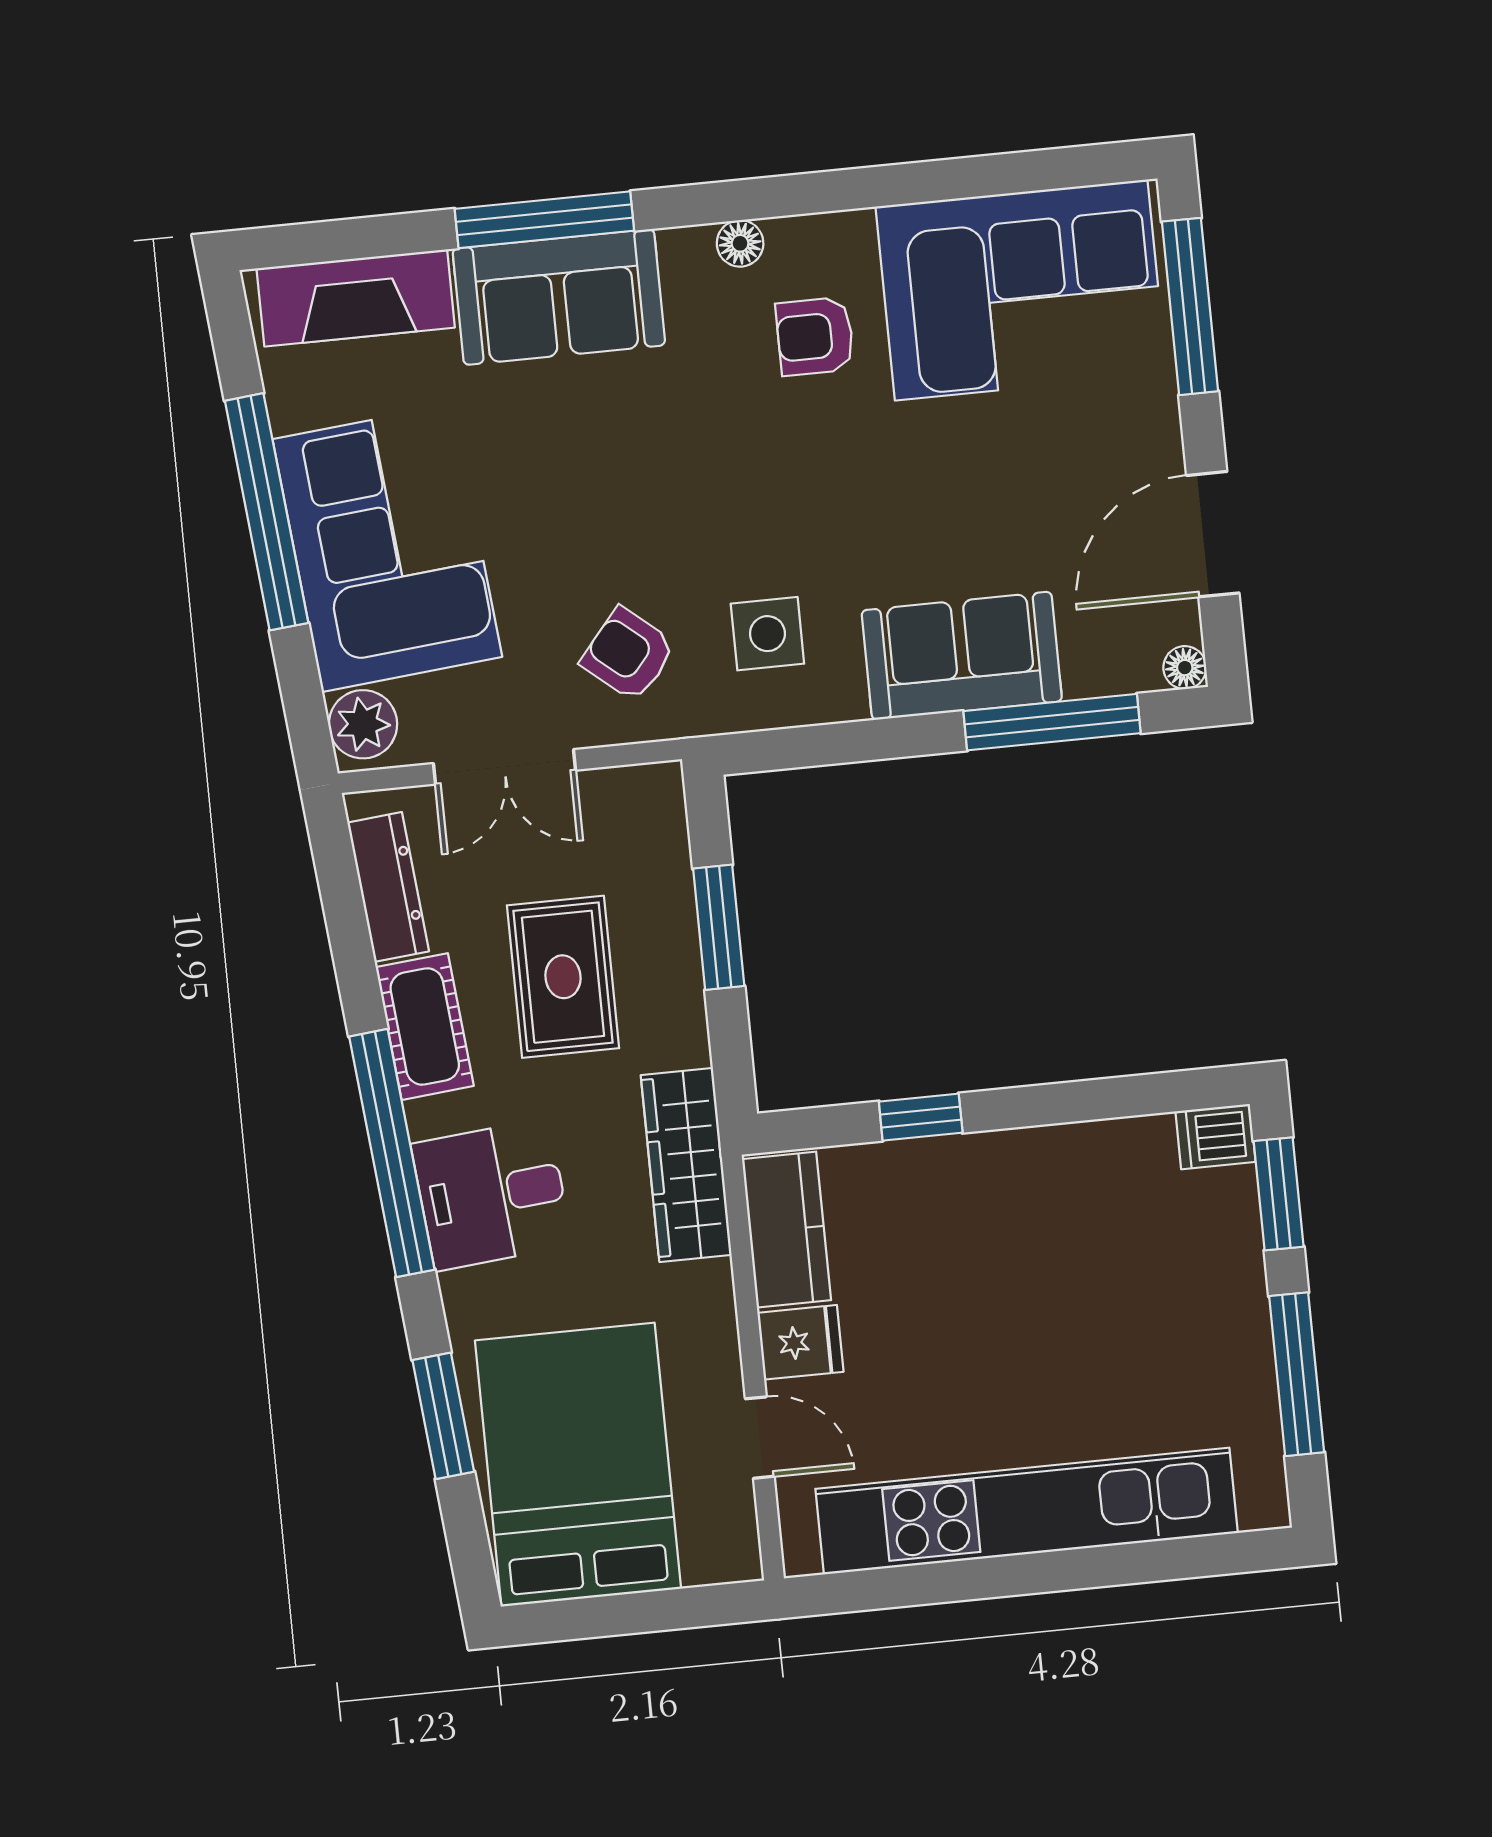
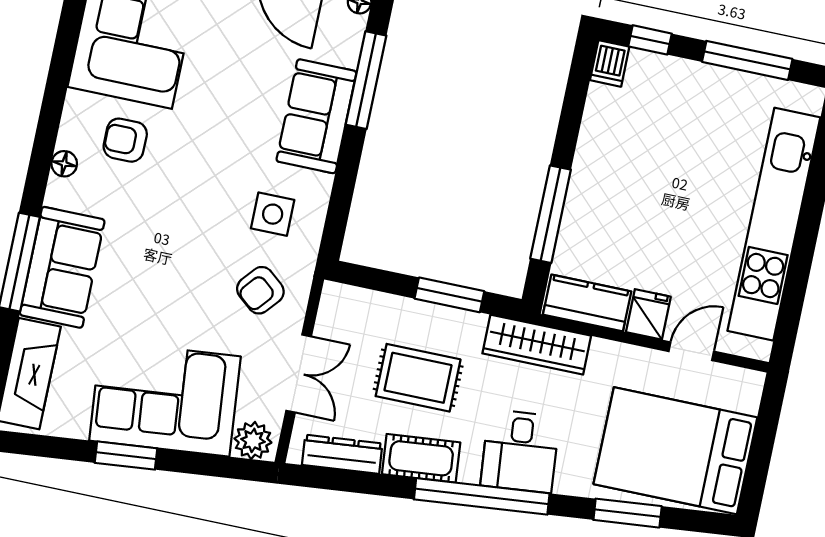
armchair: (815, 336) -> (125, 140), turned 90
window: (267, 512) -> (126, 456), width x0.47
window: (719, 927) -> (449, 295), moved
window: (921, 1117) -> (551, 214), width x2.17
window: (1279, 1194) -> (650, 40), width x0.67

